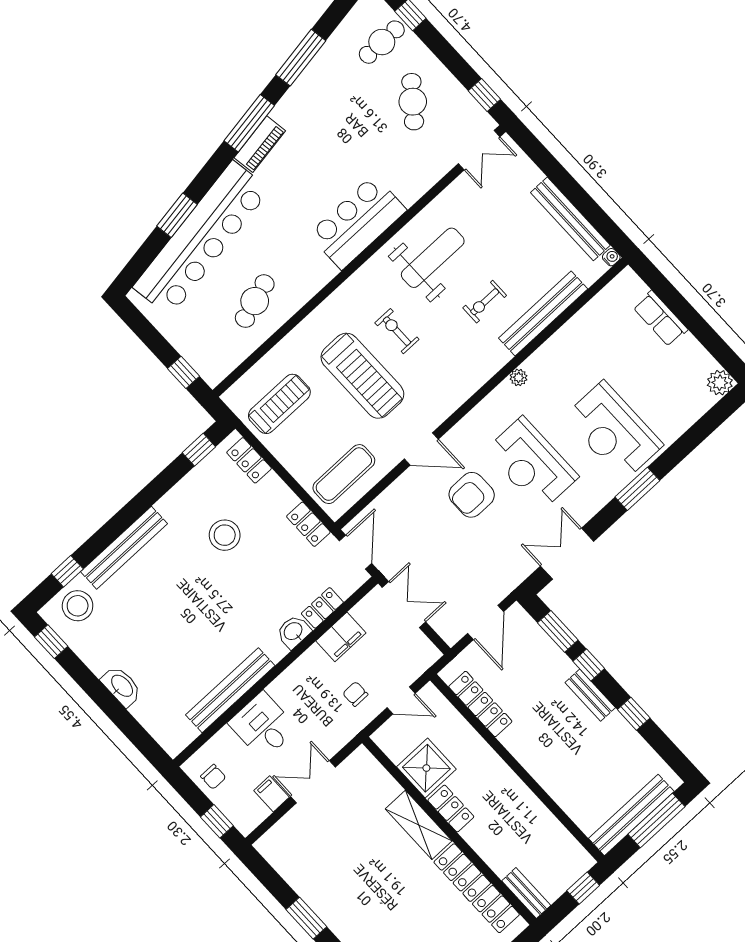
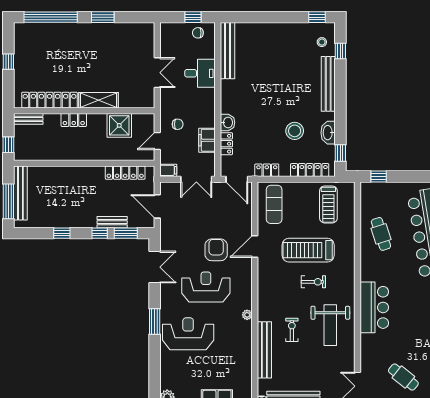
locker: (249, 460) -> (310, 170), width x1.53
stool: (78, 606) -> (322, 42), width x0.53, depth x0.53
washbasin: (122, 686) -> (328, 133), moved, turned 90
bench: (230, 690) -> (227, 51), moved
bench: (590, 695) -> (112, 222), moved
filing cabinet: (272, 794) -> (168, 170), moved
locker: (451, 809) -> (74, 120), moved
window: (217, 821) -> (193, 17), moved

